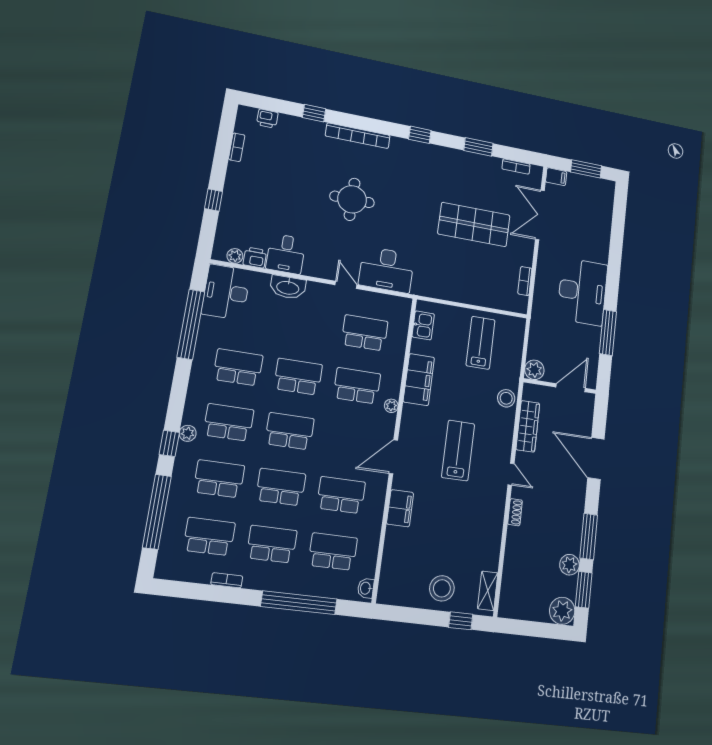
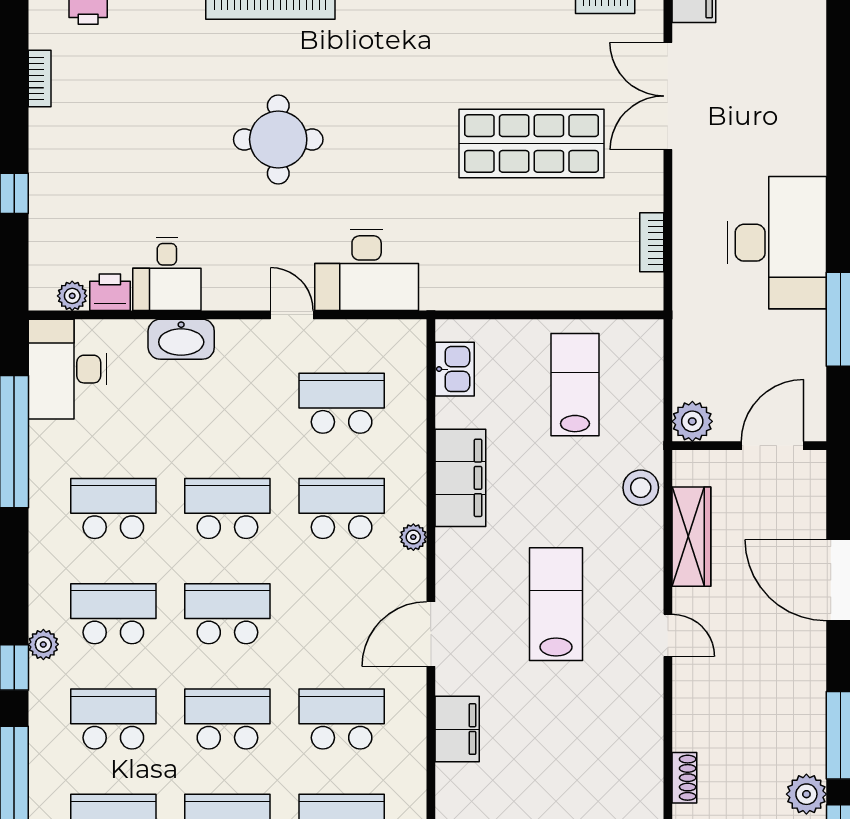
shoe rack: (515, 512) -> (684, 778), moved

